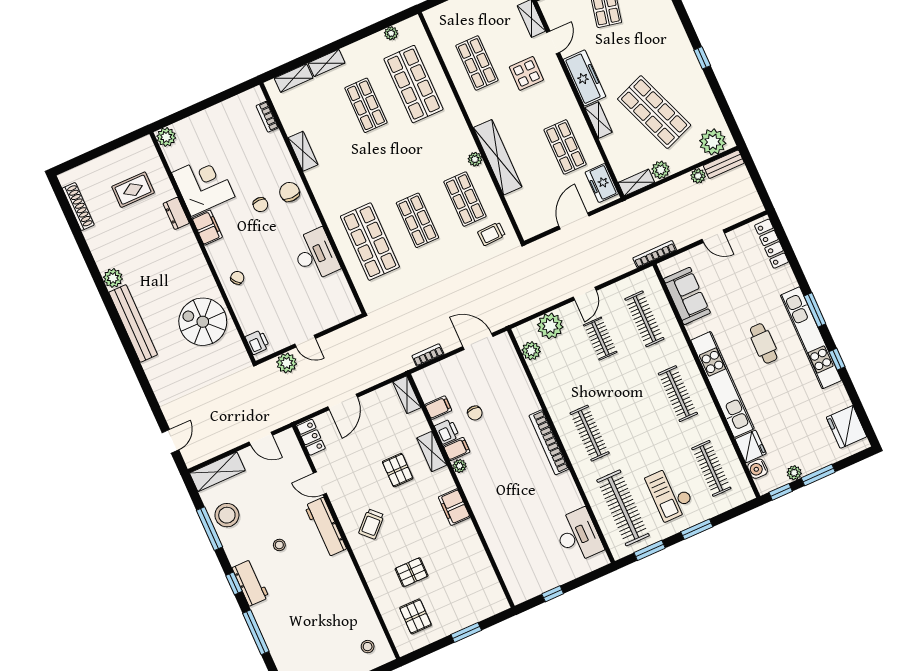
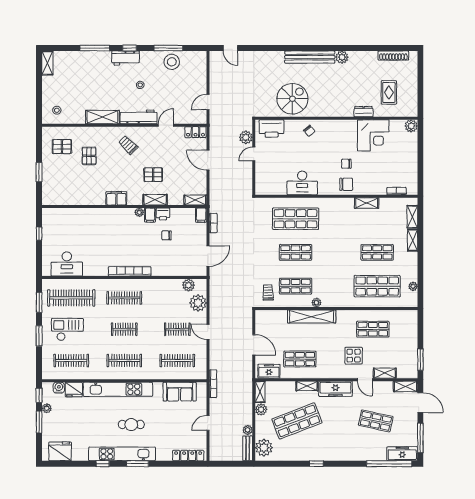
filing cabinet: (207, 228) -> (347, 126), removed
printer: (257, 342) -> (272, 128), width x1.87, depth x1.48
filing cabinet: (438, 408) -> (201, 215), moved
clothes rail: (634, 413) -> (124, 329), added
shelving: (217, 472) -> (102, 117), moved, turned 90

